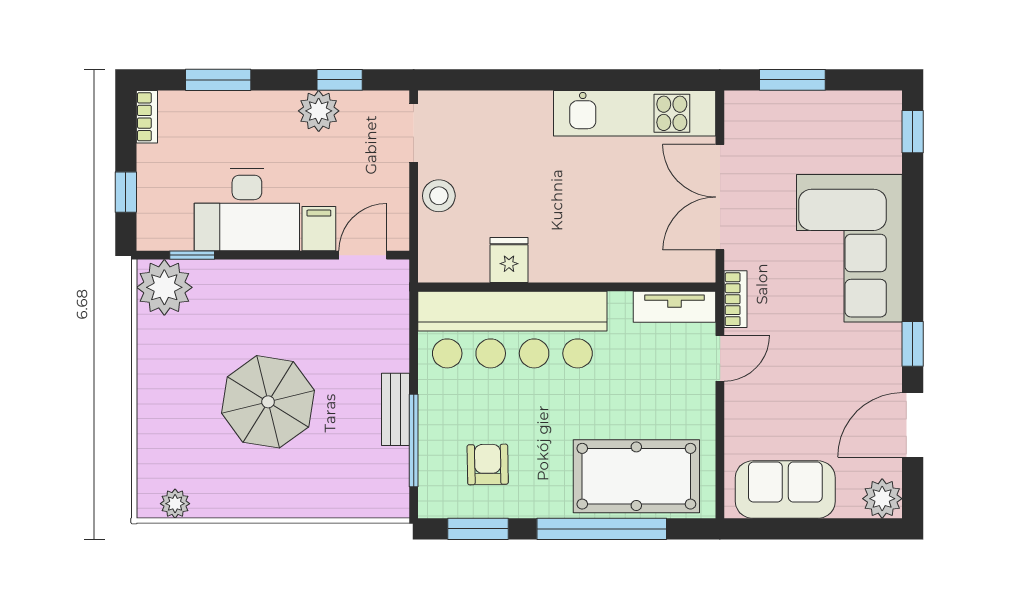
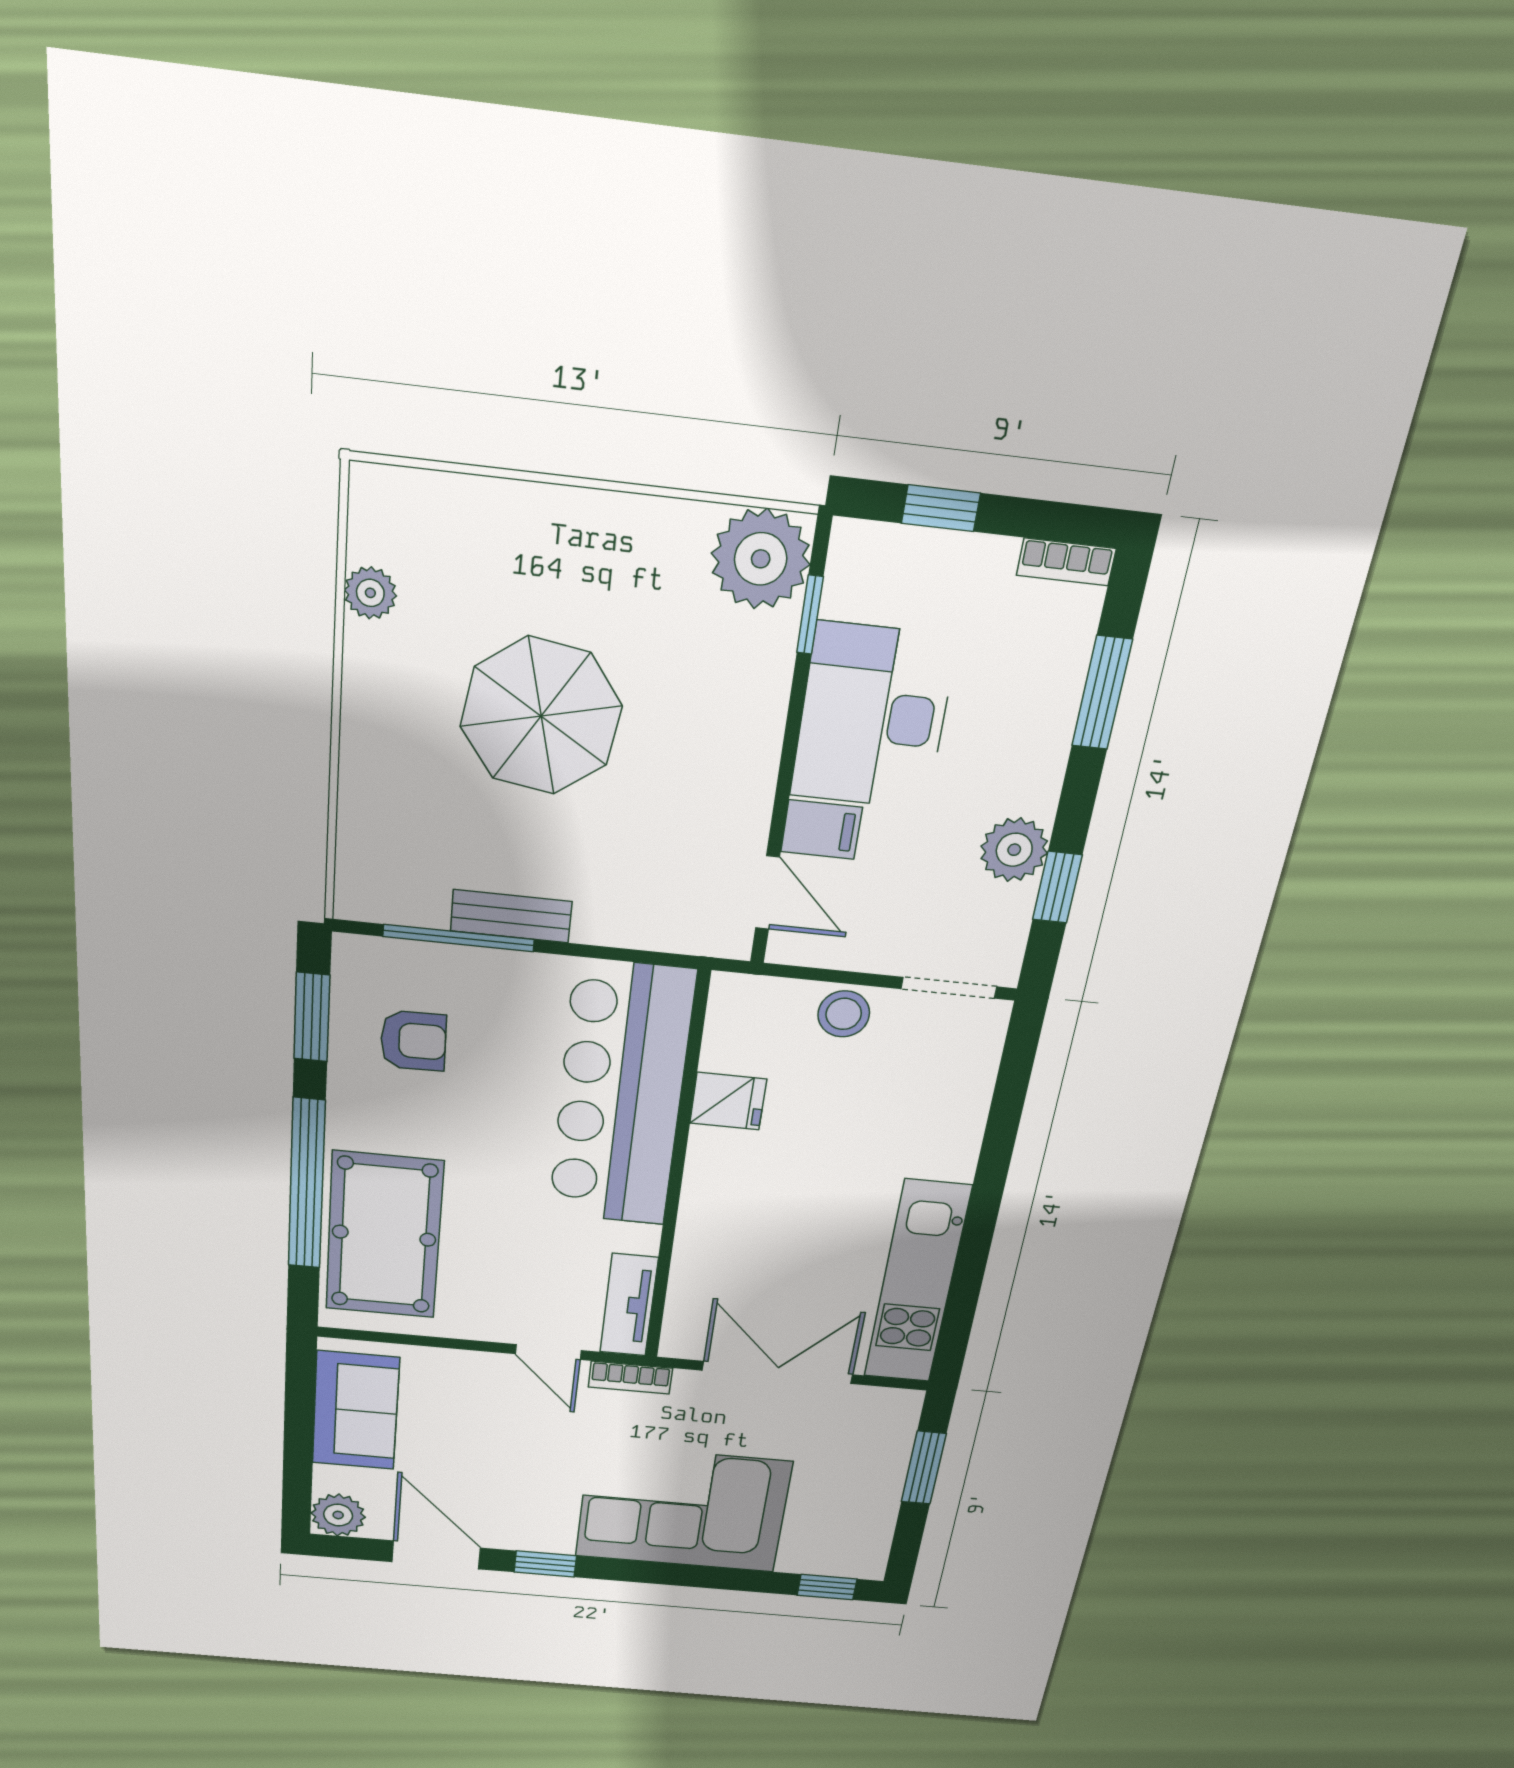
plant: (175, 504) -> (370, 593), moved

